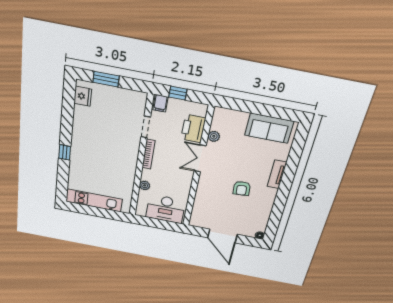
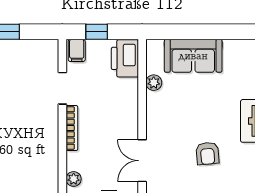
sofa: (269, 128) -> (193, 56), moved
printer: (193, 129) -> (125, 58), moved
double door: (200, 158) -> (142, 161), moved

